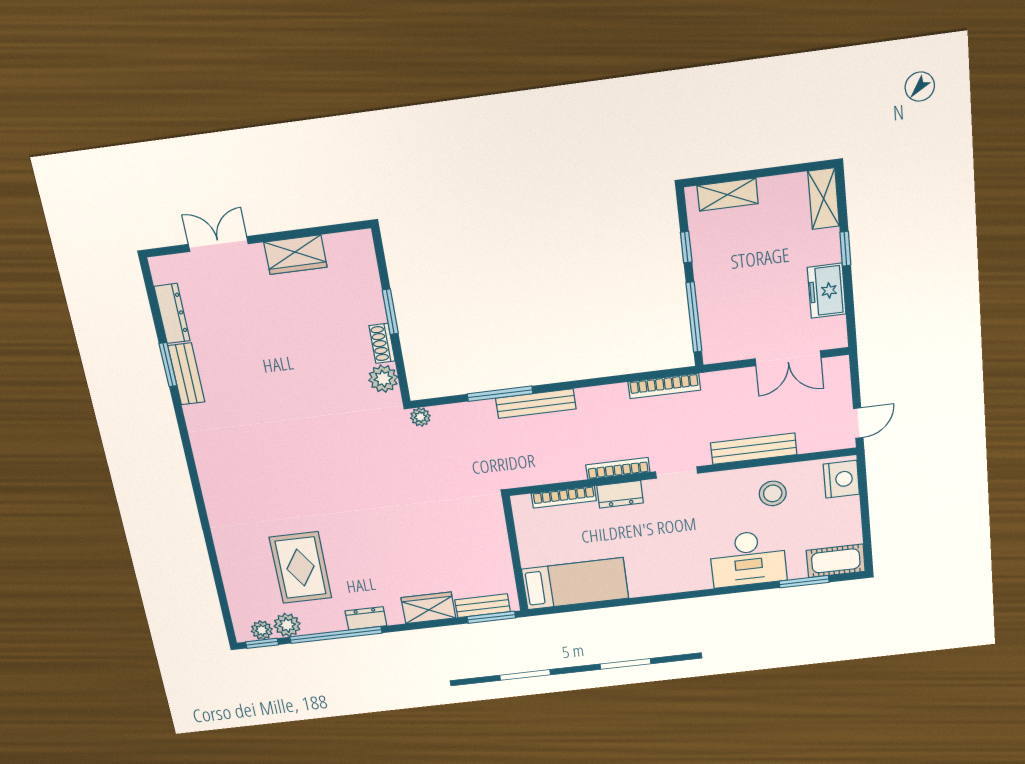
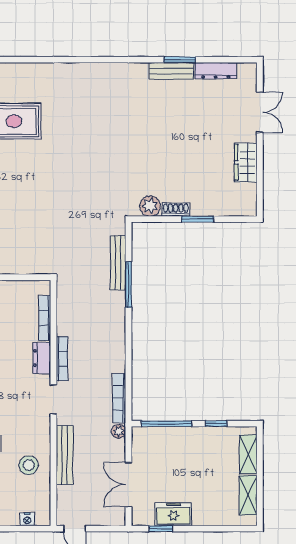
shelving: (824, 199) -> (248, 495), moved, turned 90
window: (845, 249) -> (161, 529), moved
bench: (536, 404) -> (118, 263), moved
plant: (420, 417) -> (119, 431), moved
nightstand: (841, 479) -> (27, 519), width x0.53, depth x0.56

